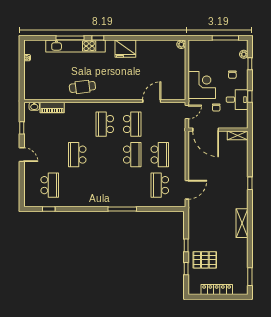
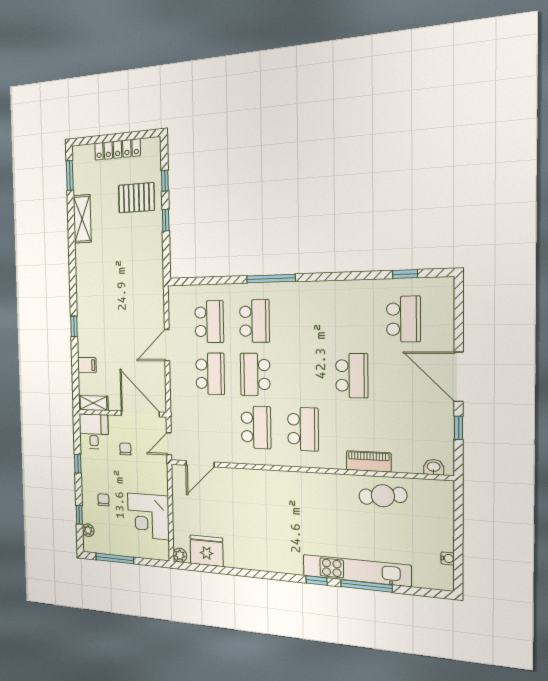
fridge: (125, 49) -> (207, 551), moved
corner desk: (202, 85) -> (148, 516), moved
cafe table: (82, 87) -> (383, 496), moved
desk: (237, 100) -> (94, 431), moved, turned 90
door: (152, 101) -> (200, 464), moved
piano: (52, 108) -> (369, 461), moved
school desk: (132, 124) -> (256, 427), turned 180
door: (22, 155) -> (459, 377), width x1.87
school desk: (160, 155) -> (210, 374), turned 180
filing cabinet: (242, 159) -> (87, 365), added
school desk: (50, 185) -> (403, 319), turned 180
school desk: (132, 185) -> (254, 321), added
door: (187, 190) -> (167, 345), moved
shelving: (242, 223) -> (82, 219), moved

